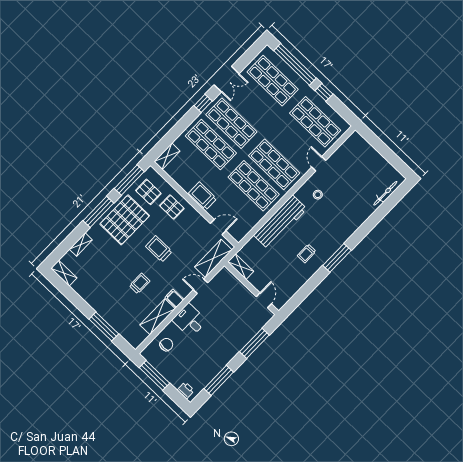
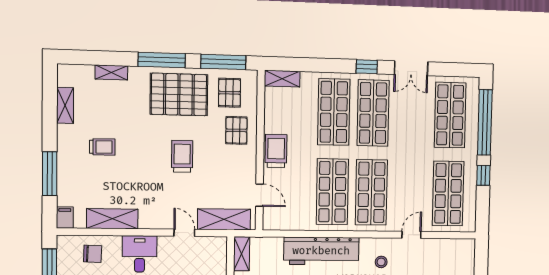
shelving: (64, 273) -> (65, 105), moved
trolley: (140, 283) -> (102, 147), moved
filing cabinet: (174, 298) -> (65, 218), moved

